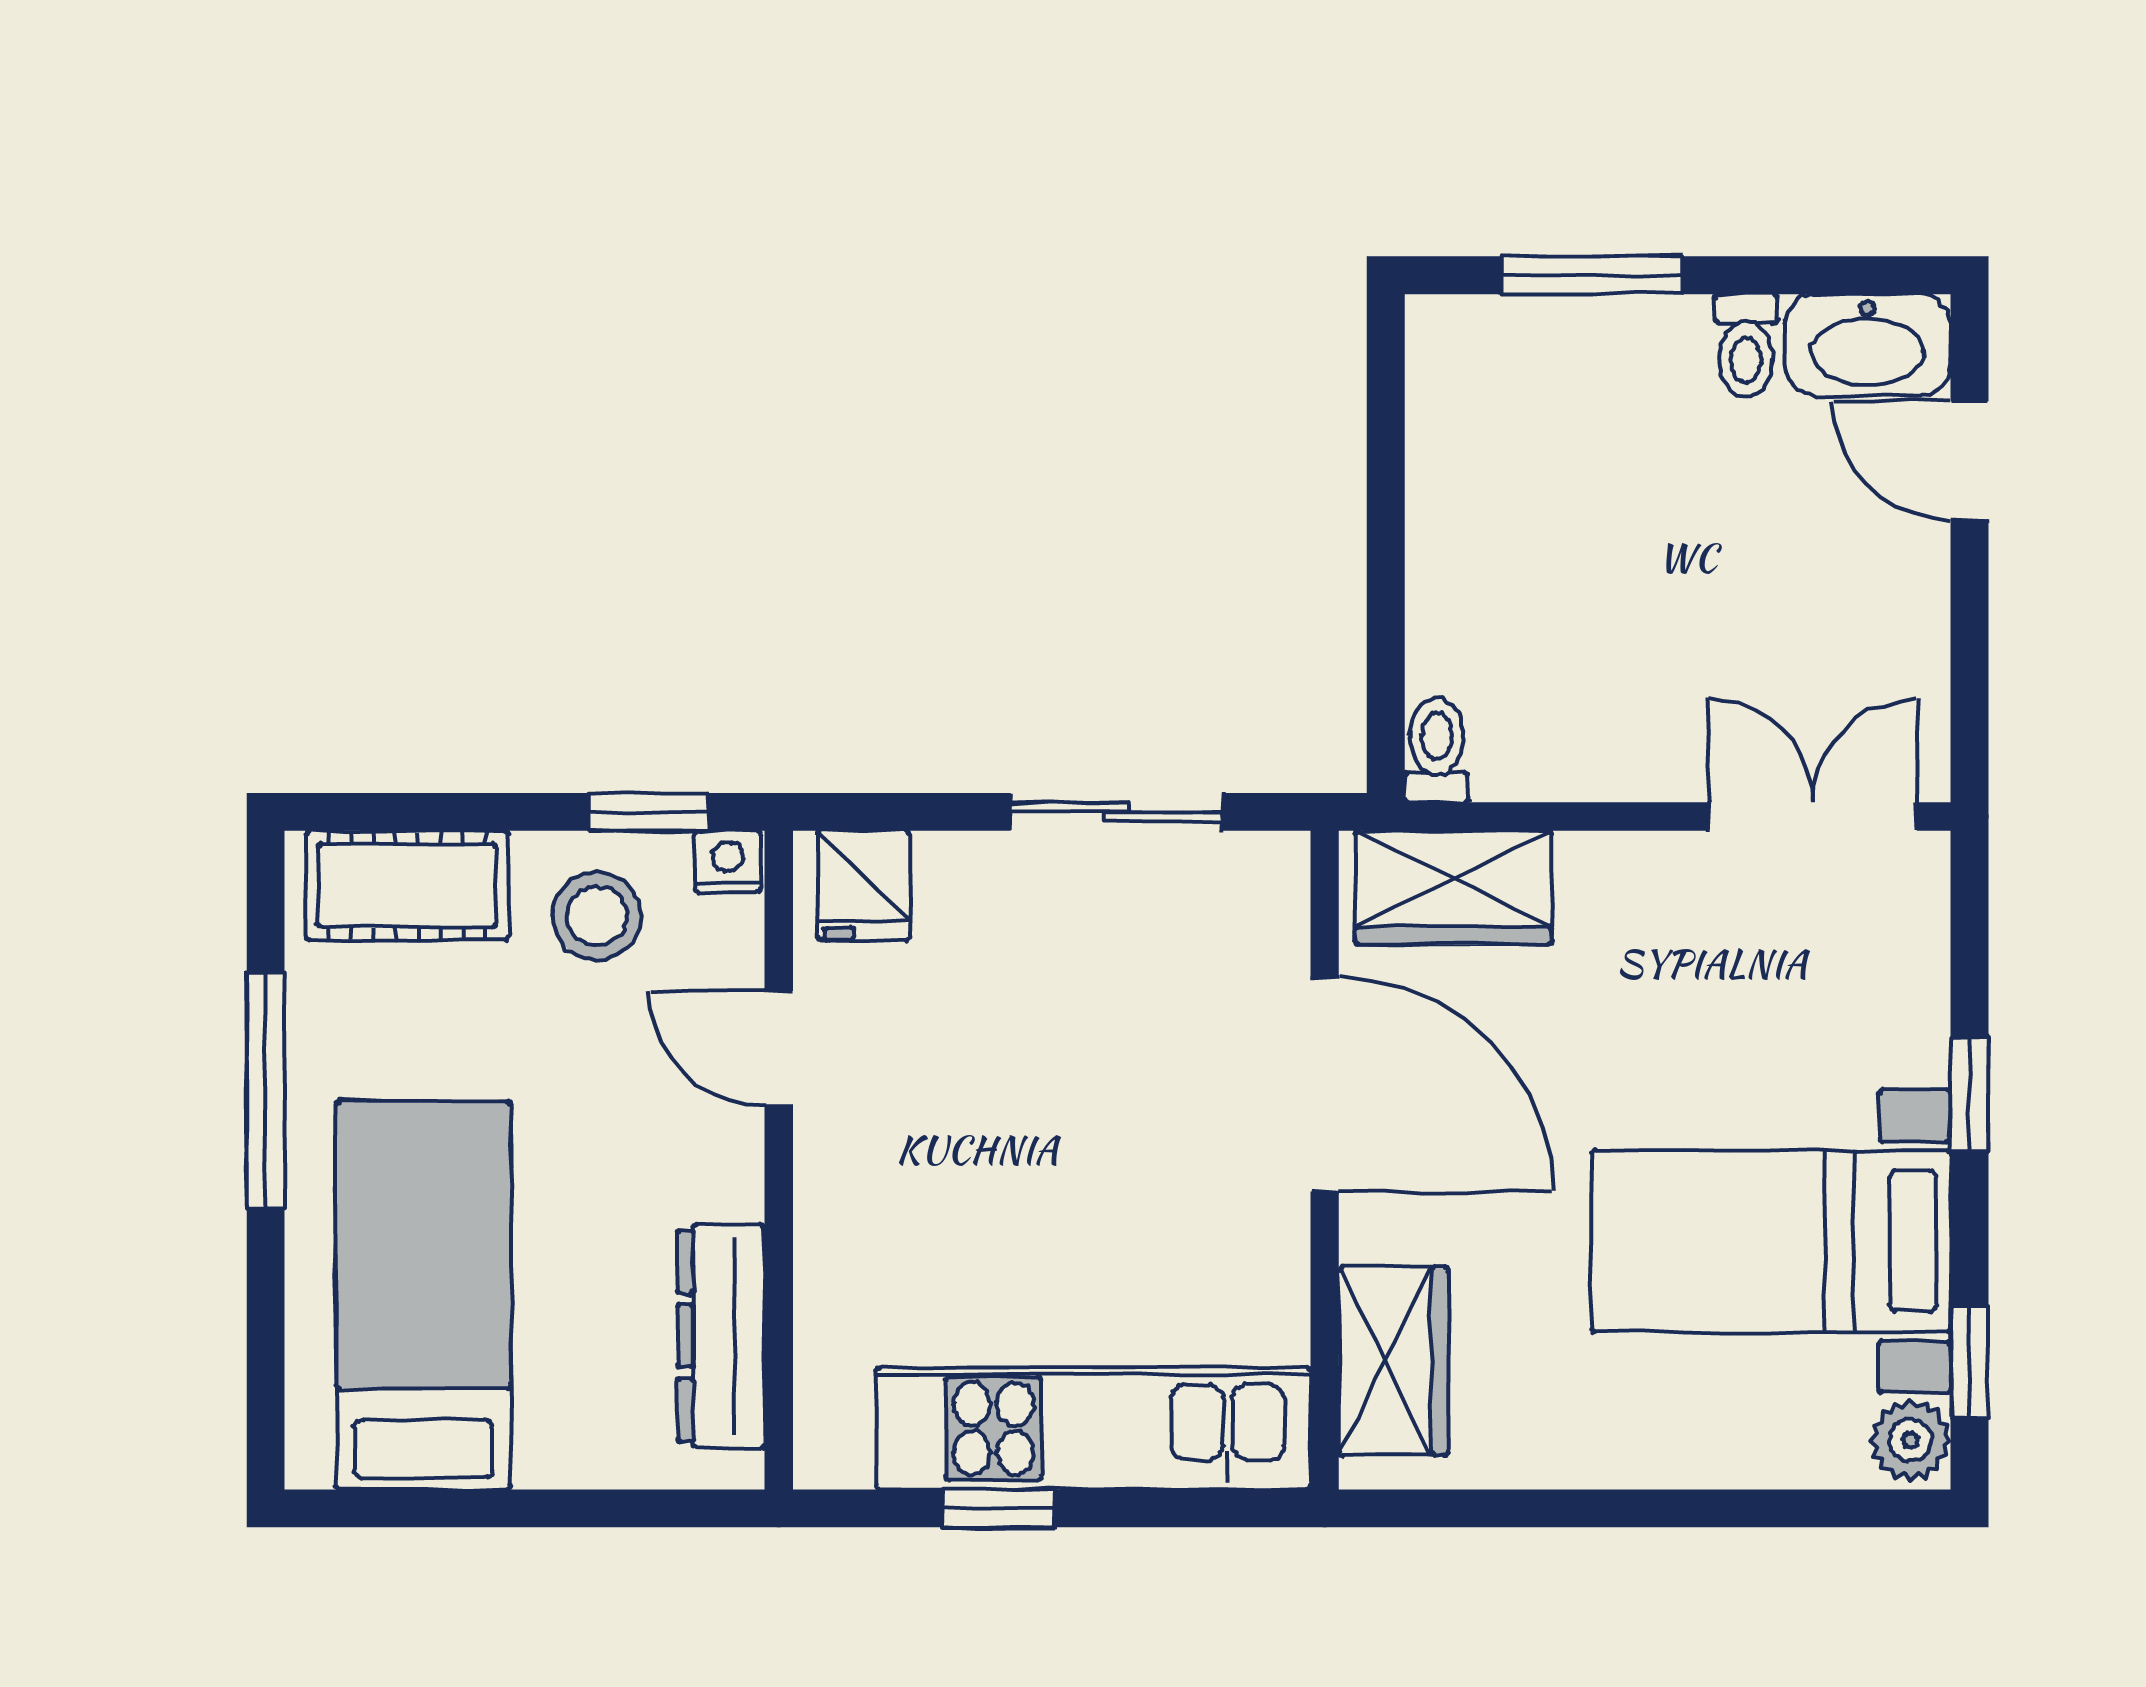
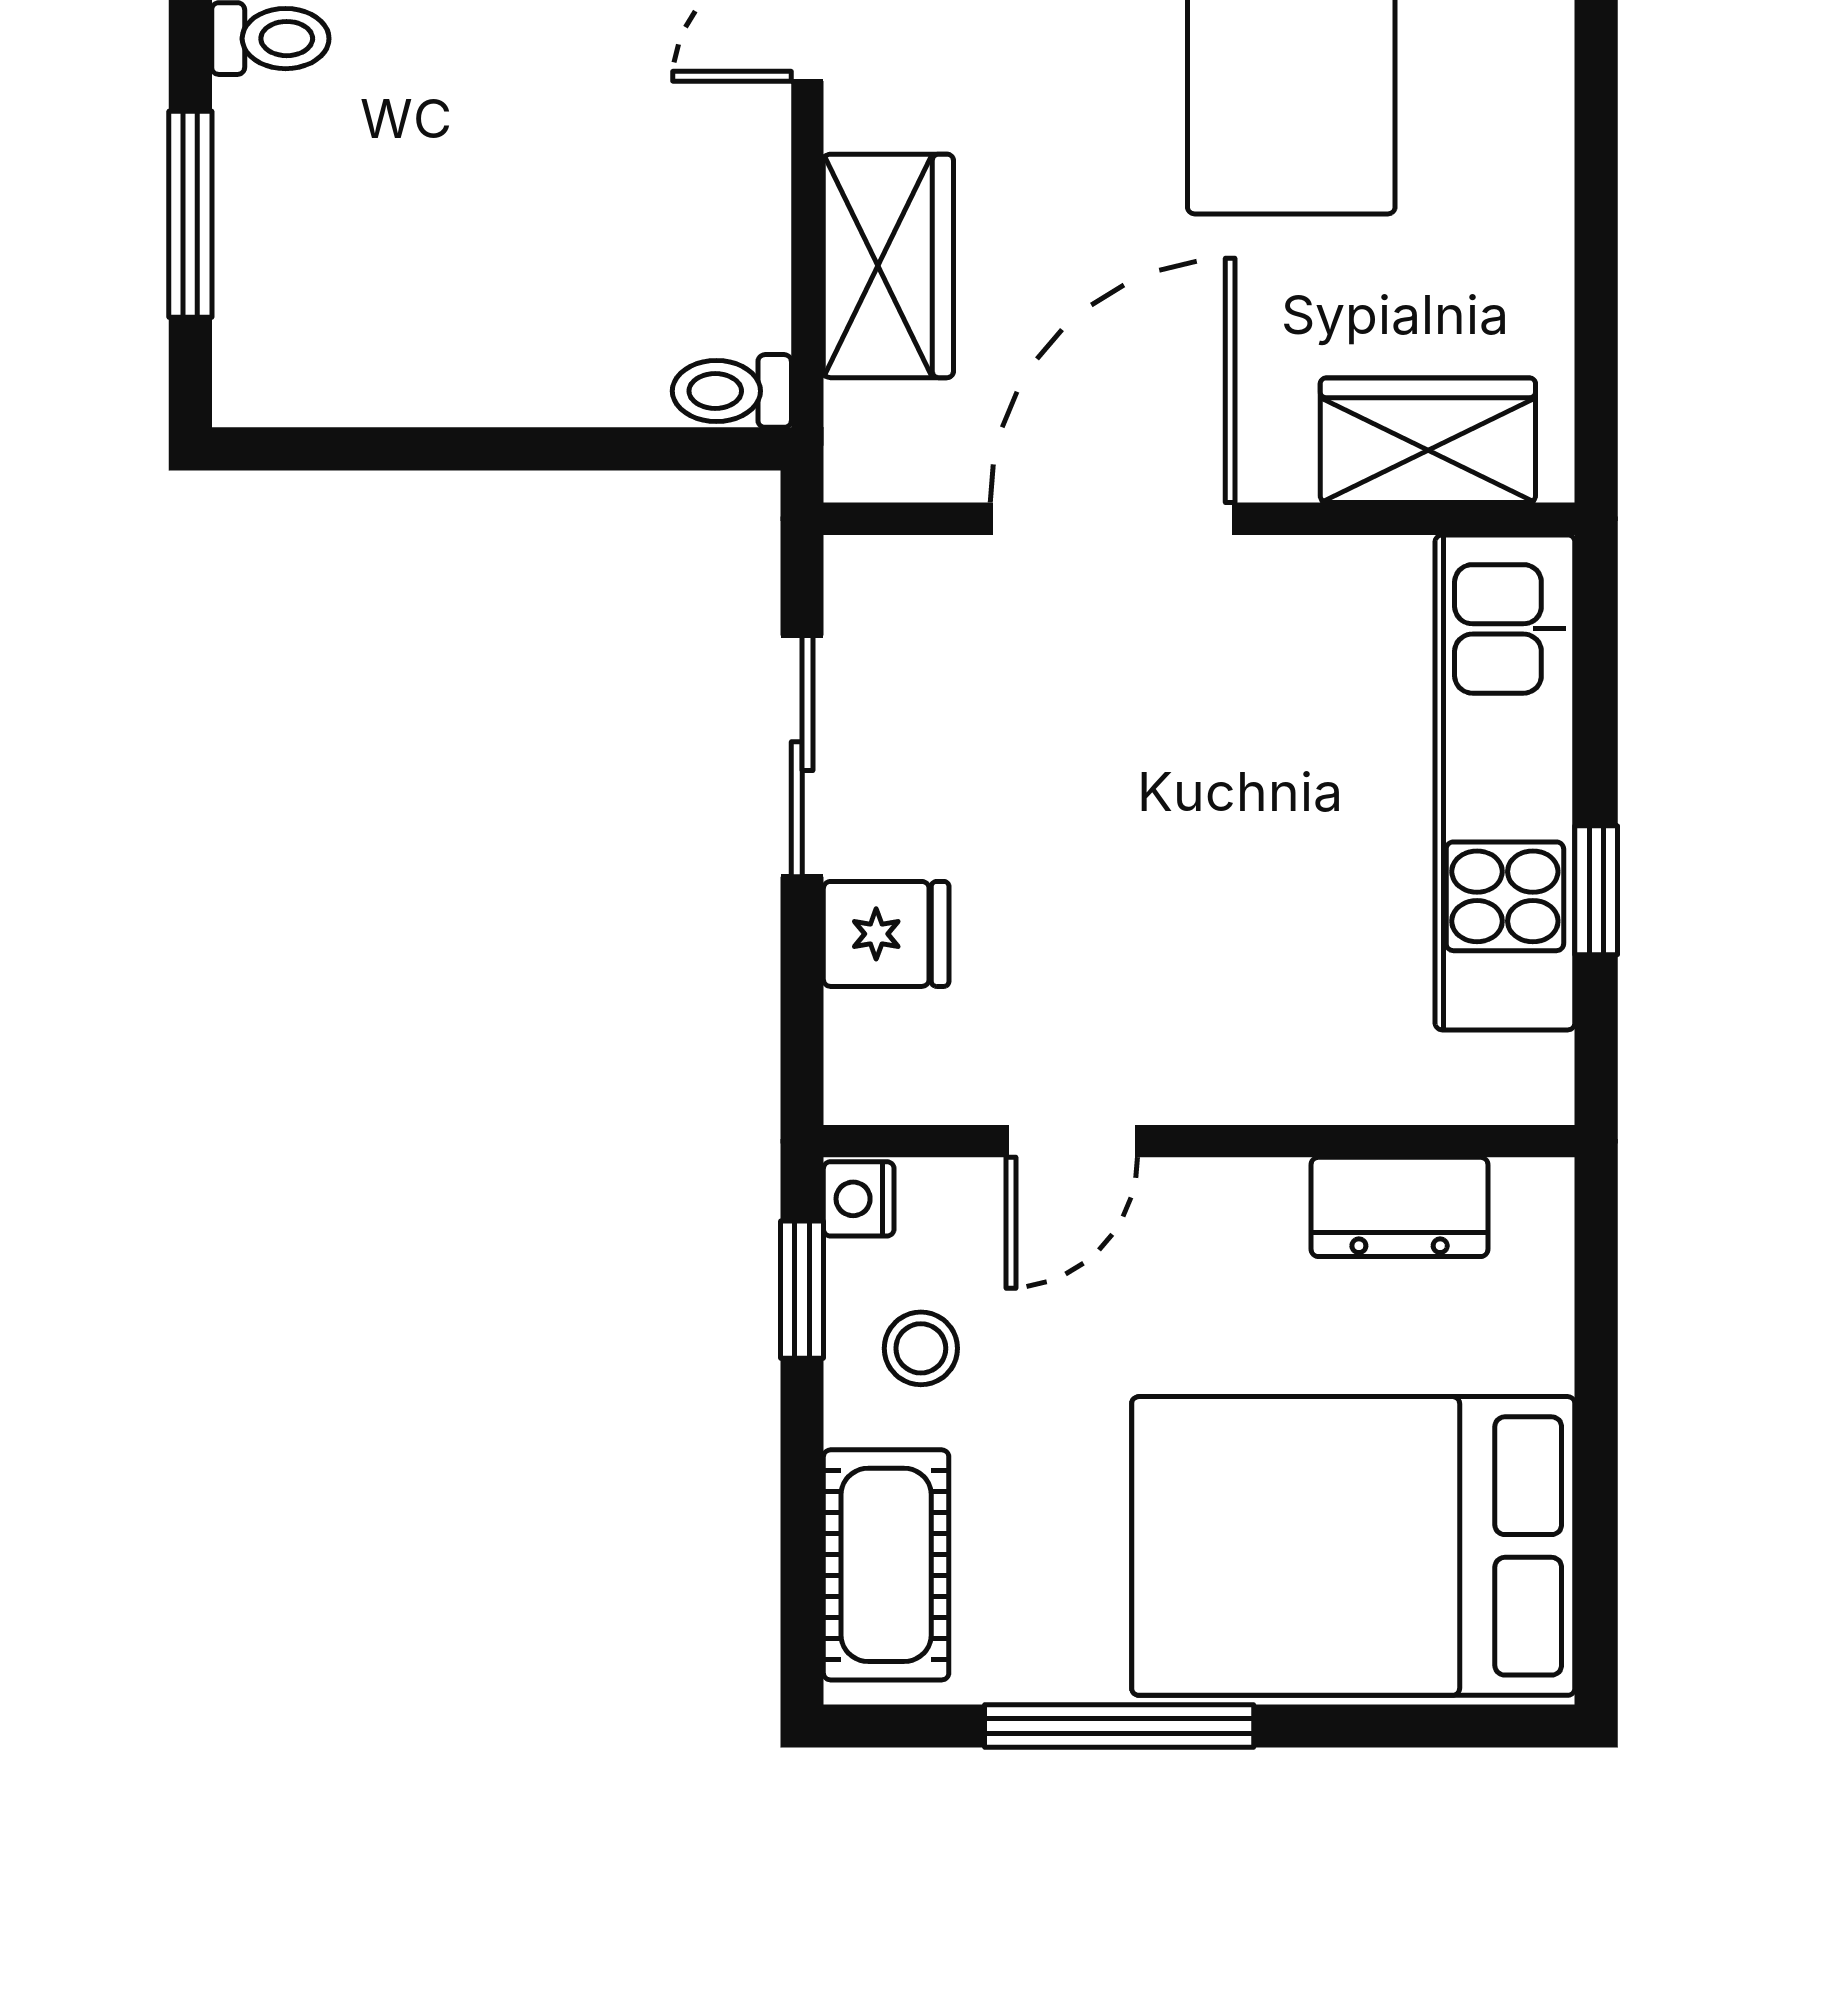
fridge: (863, 886) -> (886, 934), moved
wardrobe: (1453, 888) -> (888, 266), moved
stool: (597, 916) -> (921, 1348), width x0.73, depth x0.73
bed: (424, 1295) -> (1353, 1546), width x1.50
dresser: (721, 1336) -> (1400, 1207), width x0.70

